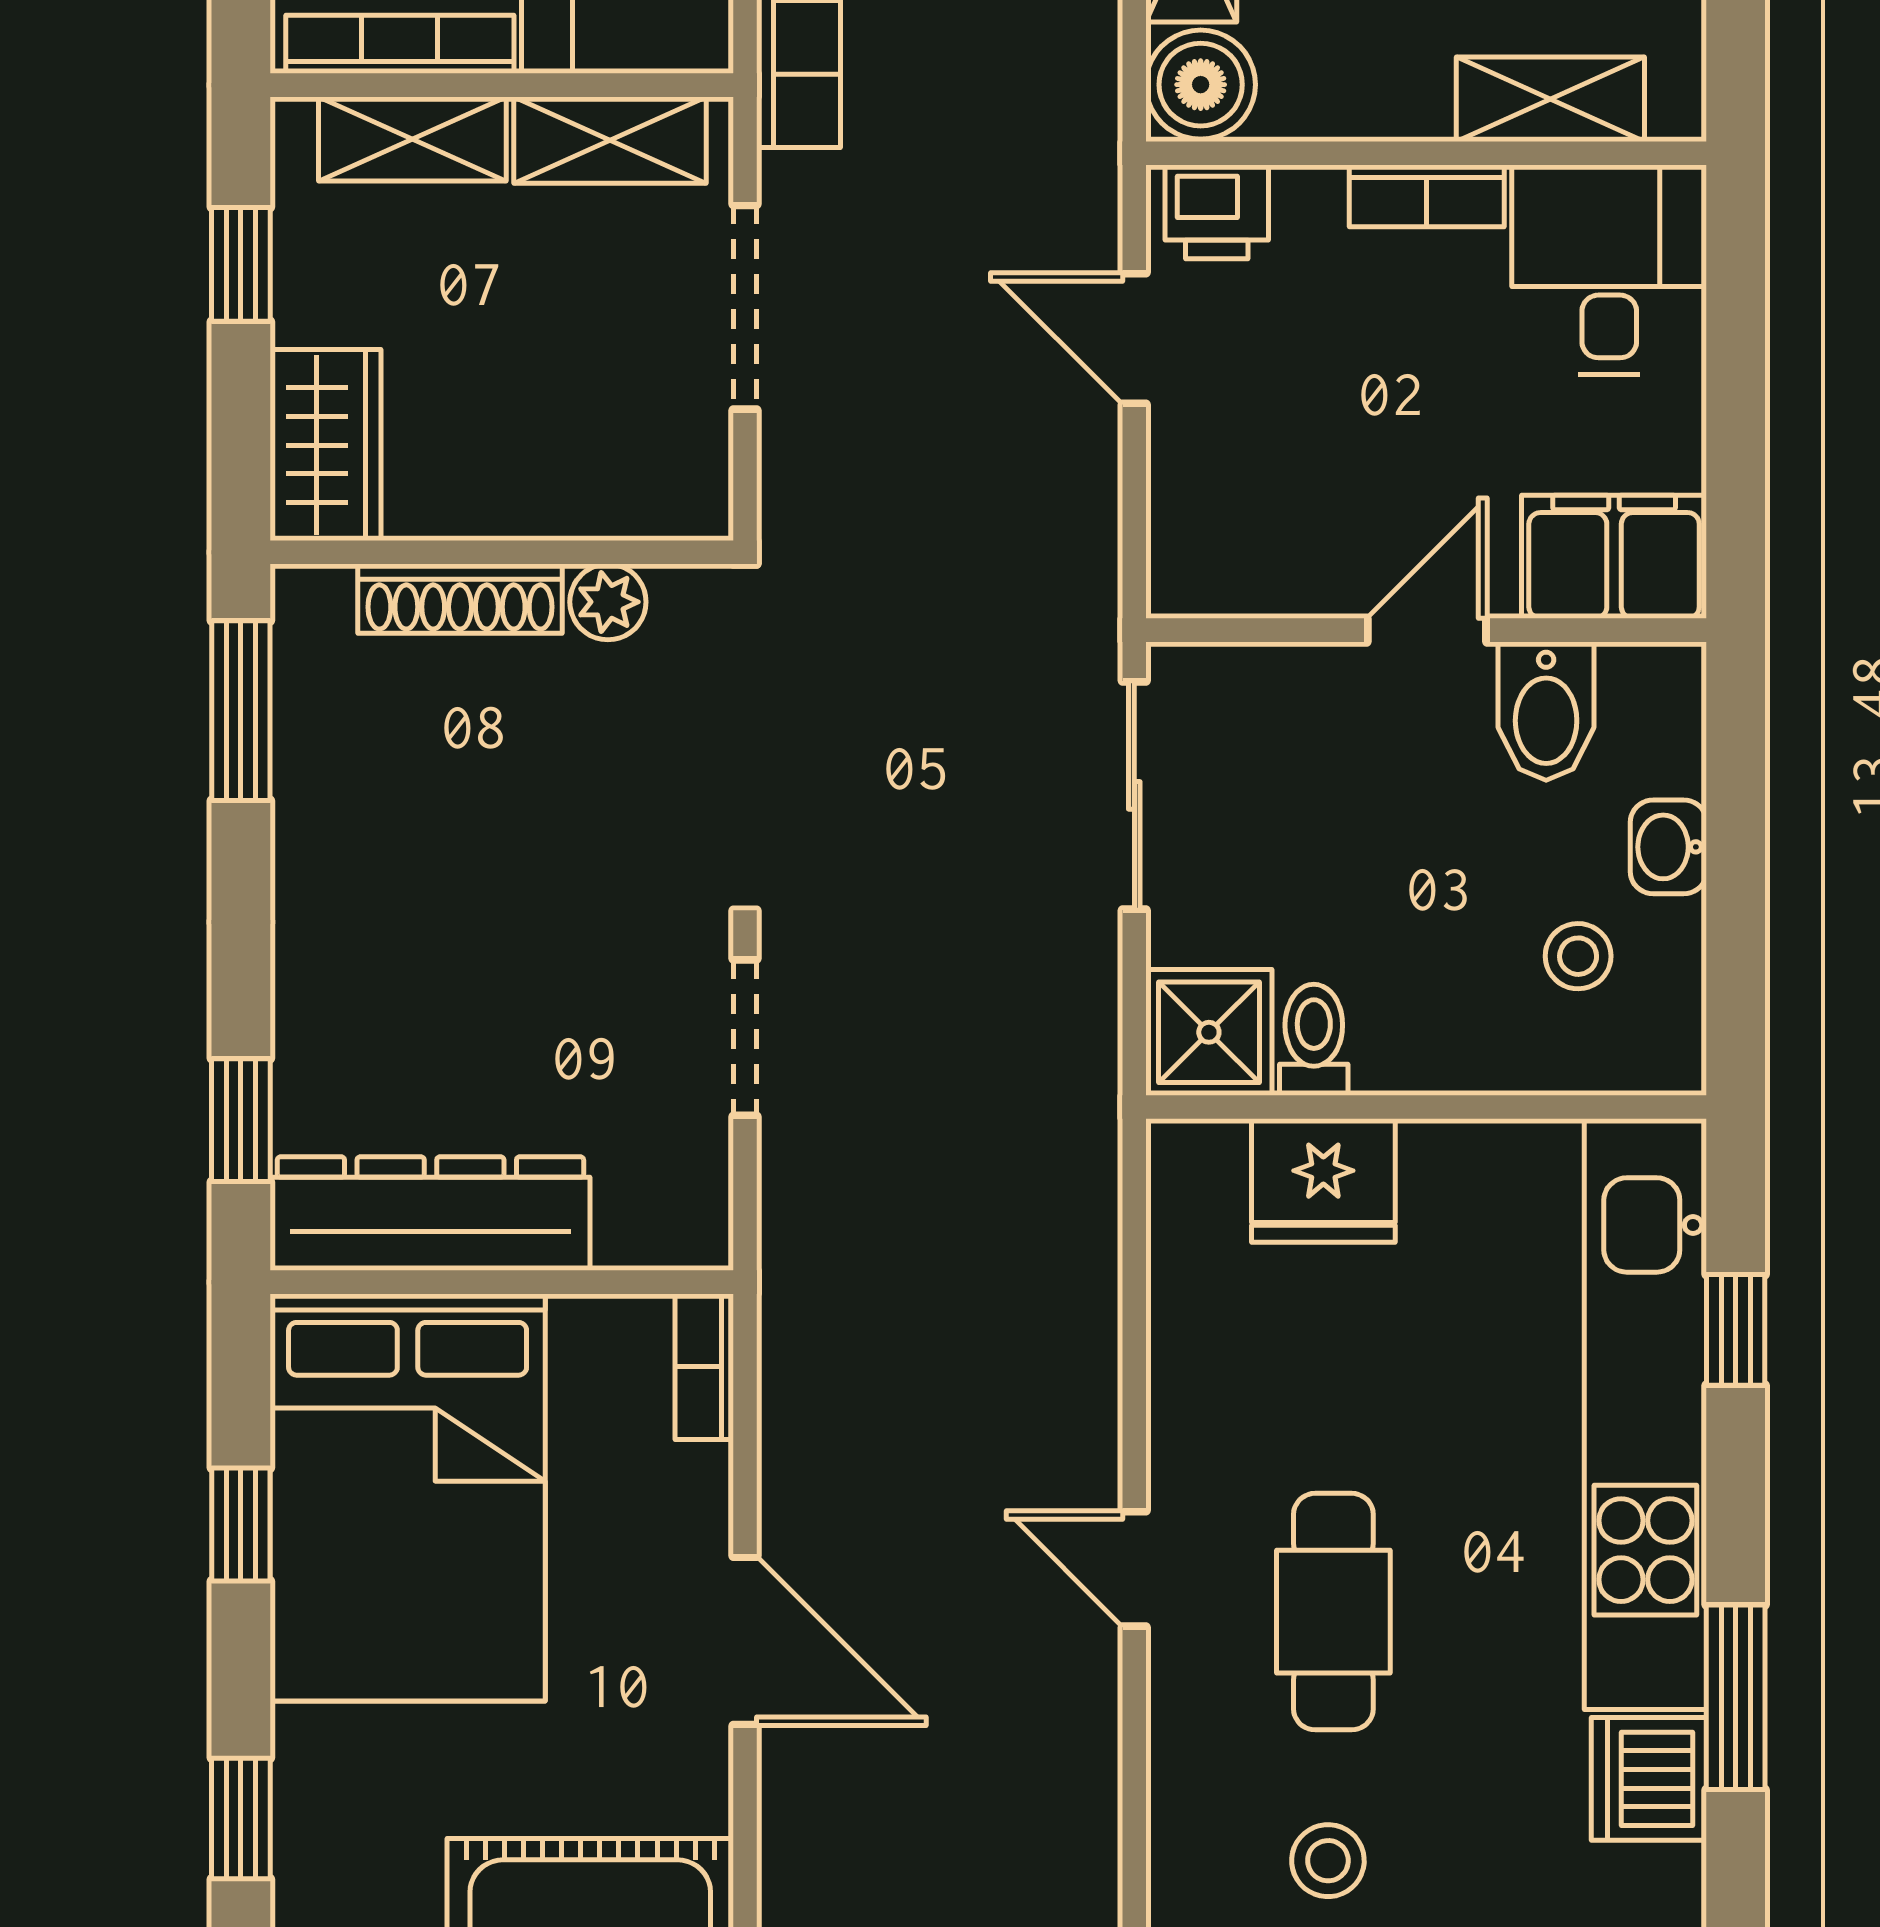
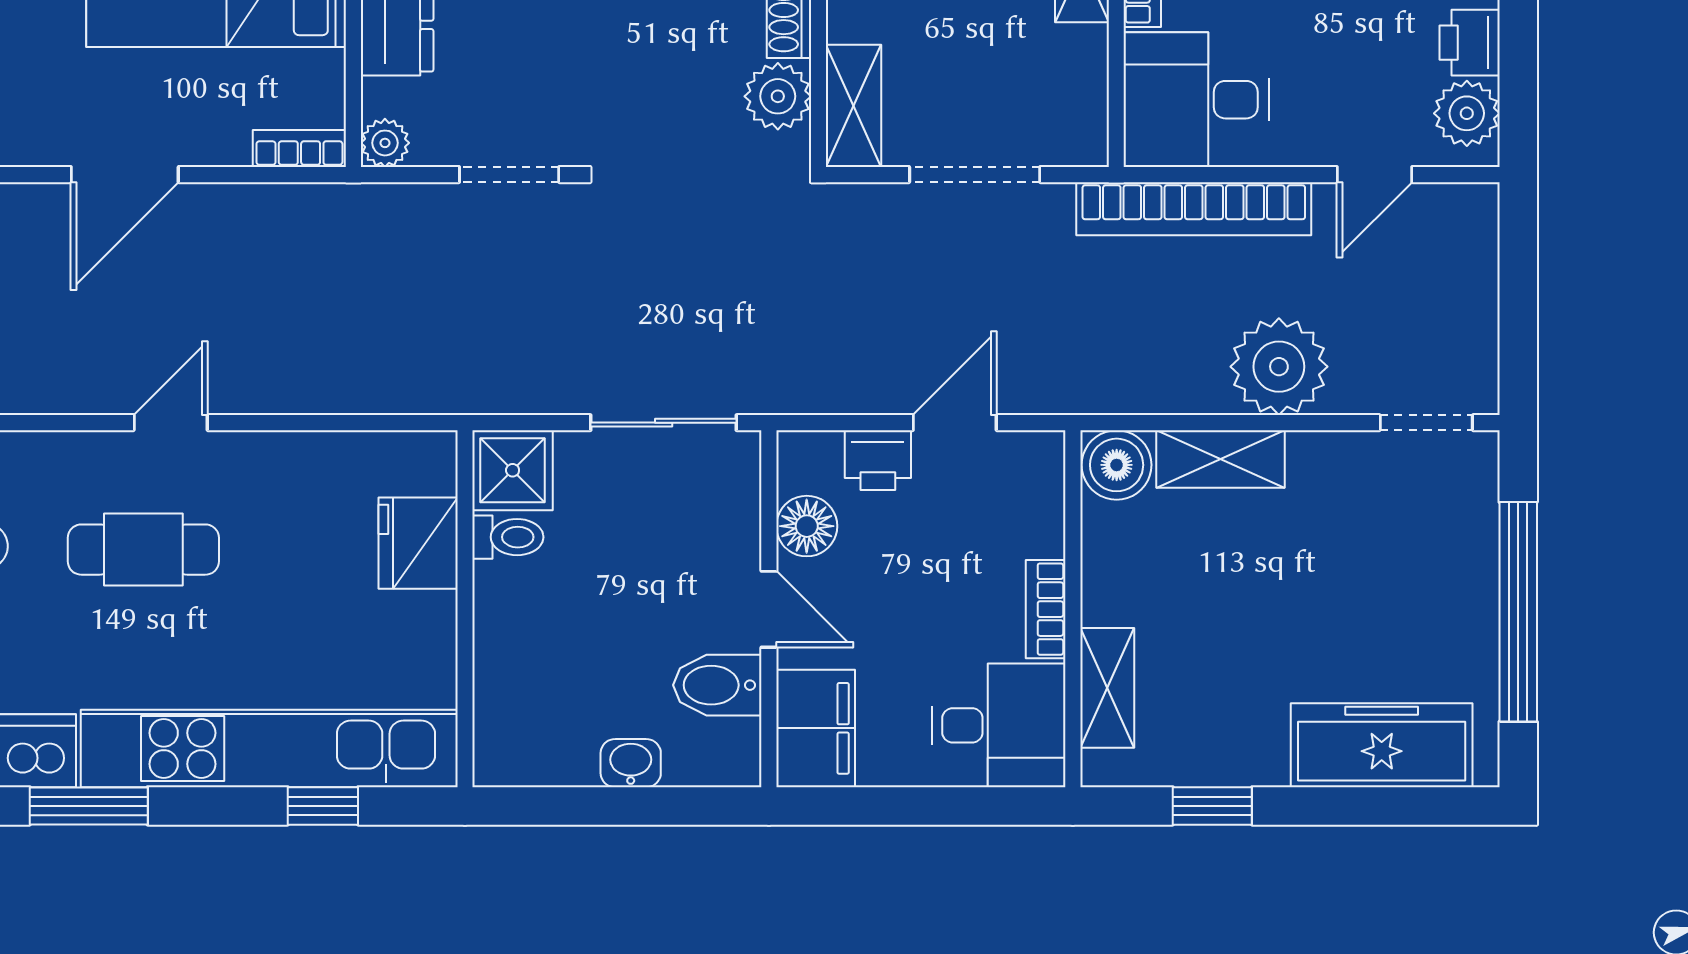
shelving: (610, 140) -> (854, 106), moved
printer: (1217, 212) -> (878, 460), moved, turned -90
floor lamp: (1297, 571) -> (807, 526), added
plant: (608, 602) -> (778, 96), width x1.38, depth x1.38
stool: (1578, 956) -> (561, 706), removed
plant: (695, 1232) -> (385, 143), added

